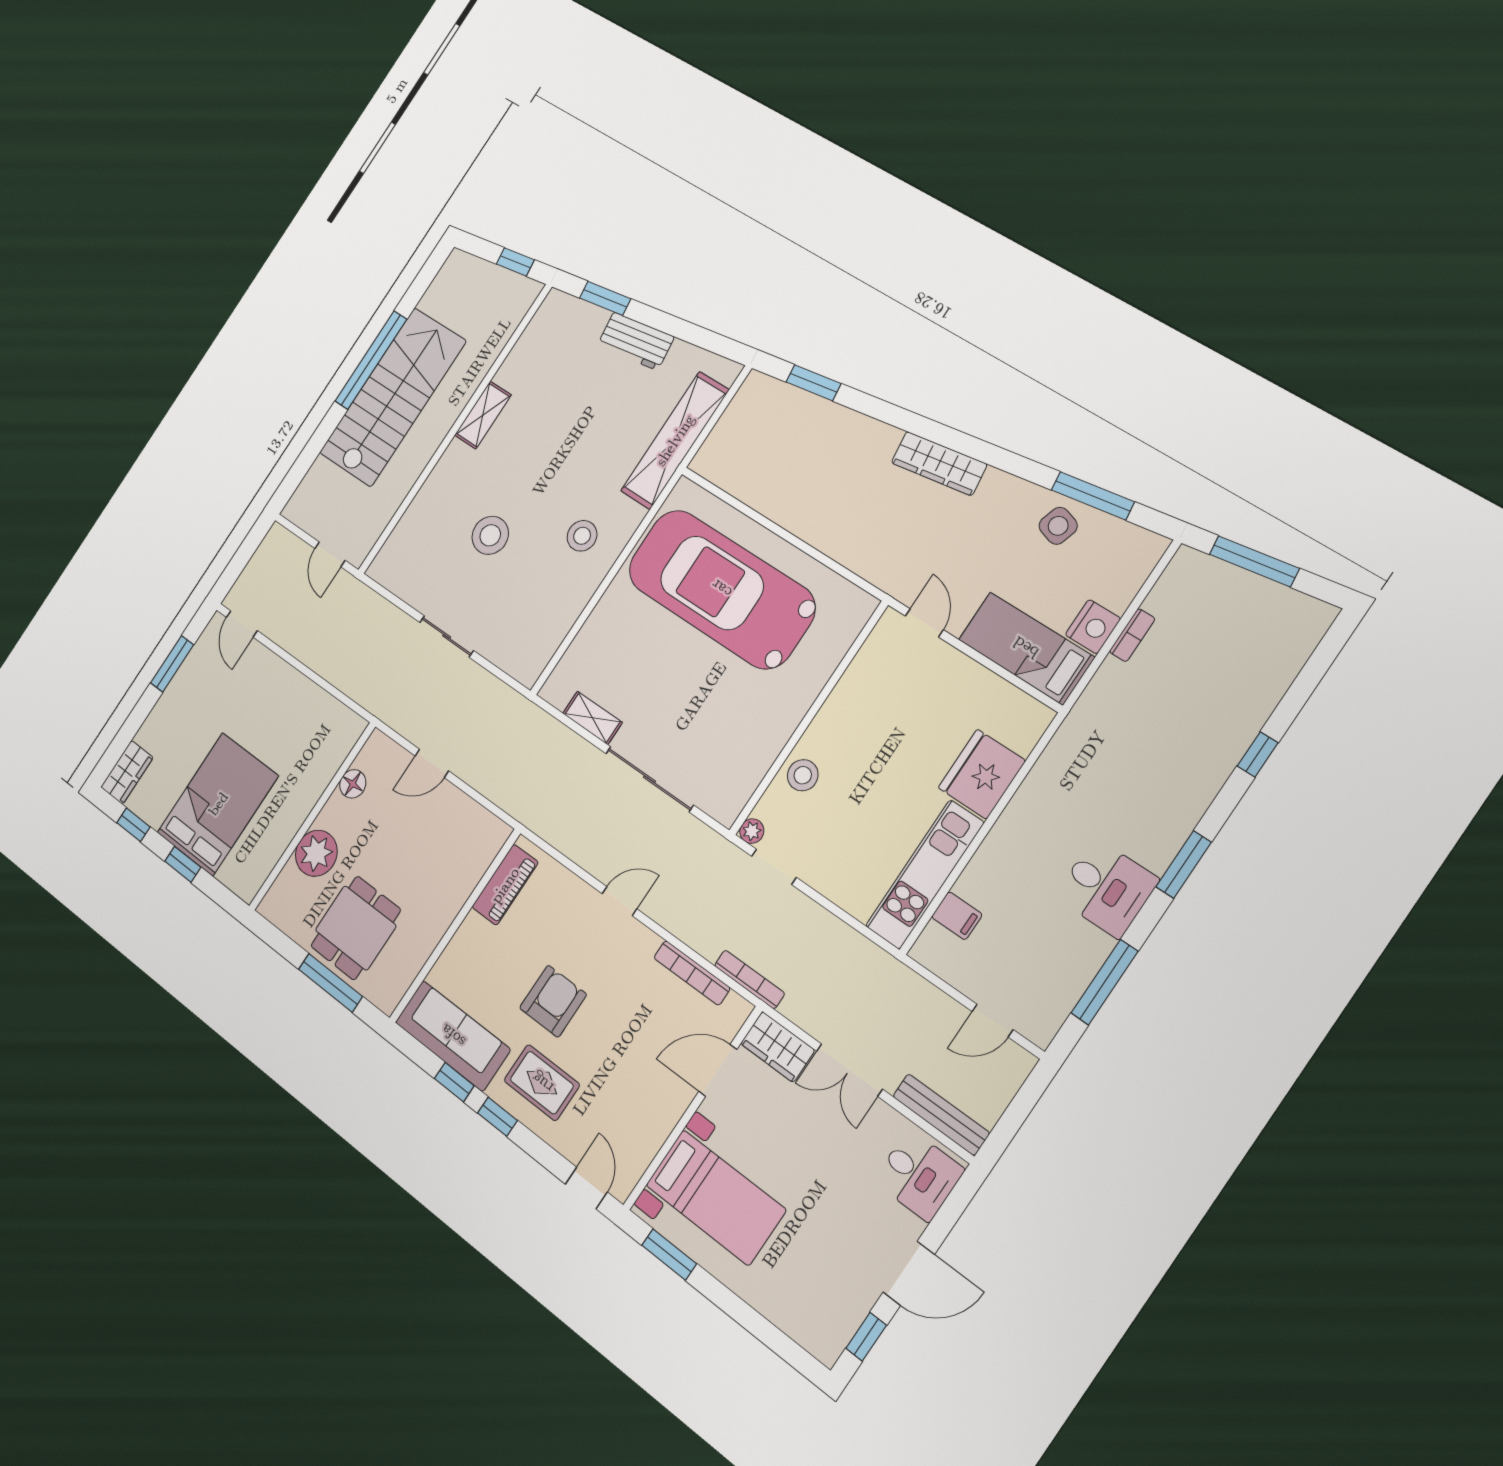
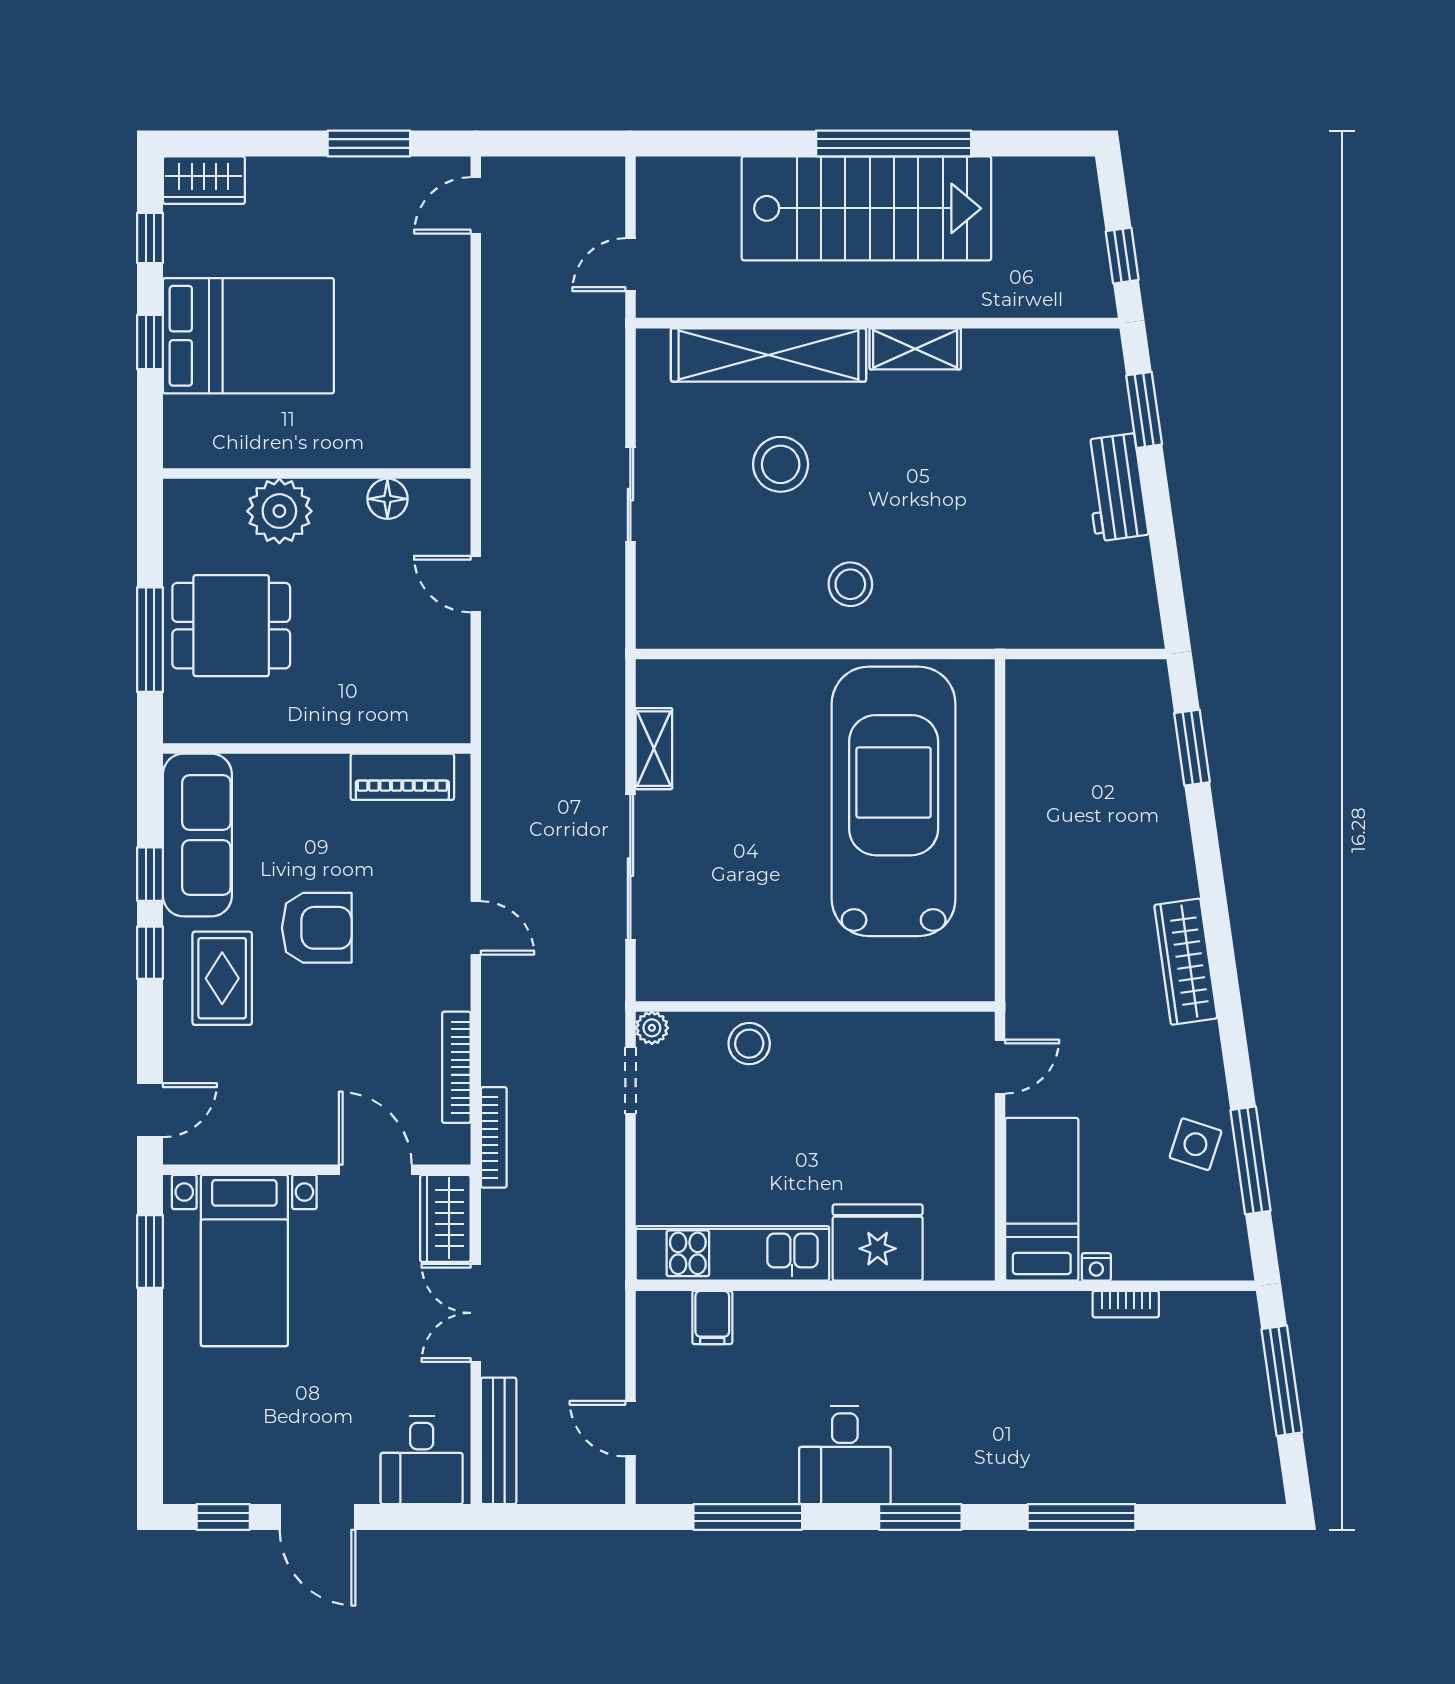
shelving: (675, 440) -> (768, 355), moved
nightstand: (1093, 627) -> (1096, 1267), width x0.53, depth x0.56
window: (1258, 754) -> (1081, 1517), width x2.17

